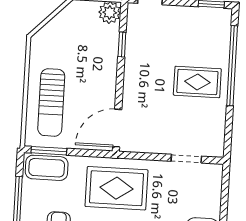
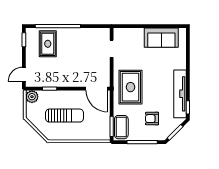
rug: (197, 82) -> (48, 44), moved
sun lounger: (51, 102) -> (64, 116), moved

